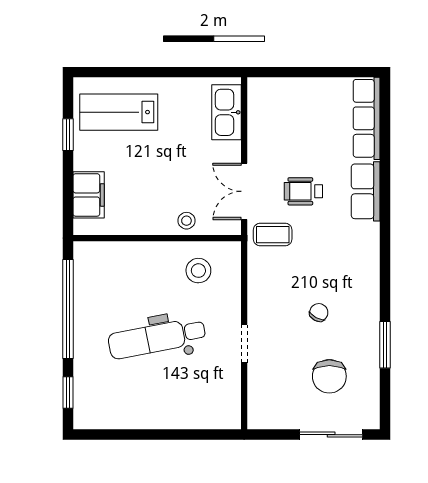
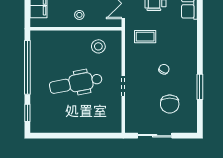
stool: (186, 221) -> (79, 15), moved
coffee table: (273, 235) -> (145, 37), moved
sliding door: (331, 435) -> (155, 136), moved

